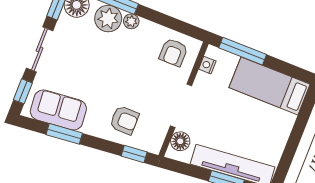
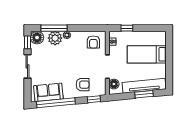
window: (243, 51) -> (127, 28), width x0.46
bed: (270, 86) -> (147, 54), moved
window: (23, 91) -> (27, 90), removed
window: (64, 134) -> (56, 103), width x2.11

